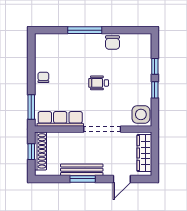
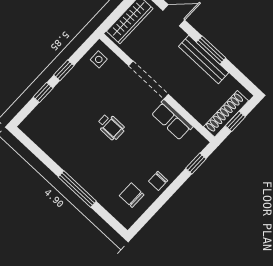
chair: (112, 43) -> (132, 195), moved, turned -90
window: (31, 107) -> (196, 164), width x0.67
side table: (141, 114) -> (99, 59), width x0.54, depth x0.54
row of seats: (60, 119) -> (172, 120), width x0.68

